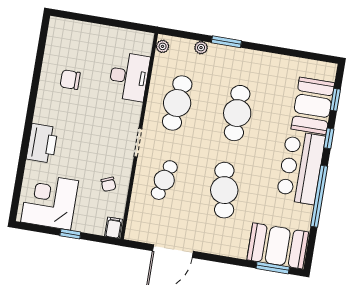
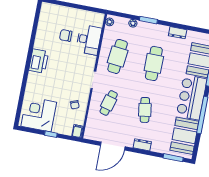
dresser: (275, 61) -> (178, 33), added
chair: (70, 80) -> (66, 35), moved
printer: (42, 143) -> (39, 61), moved
cafe table: (224, 190) -> (145, 110), width x0.73, depth x0.74
booth: (278, 246) -> (184, 136), moved, turned 90
dresser: (221, 248) -> (142, 145), added

